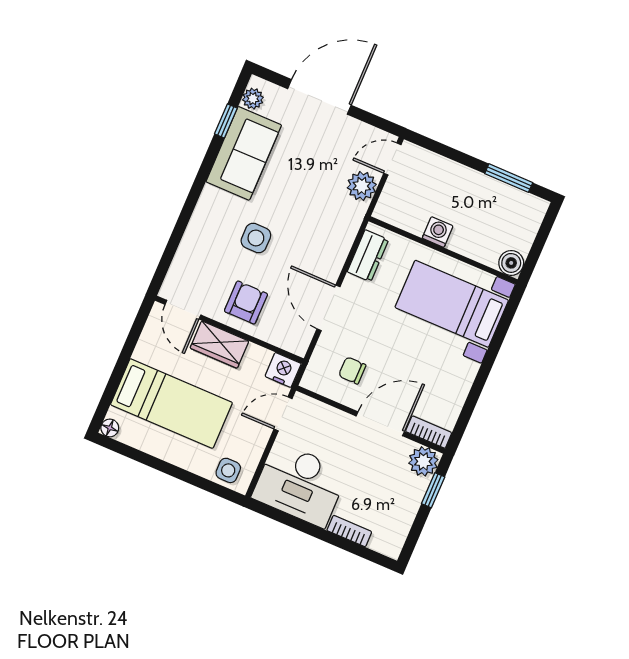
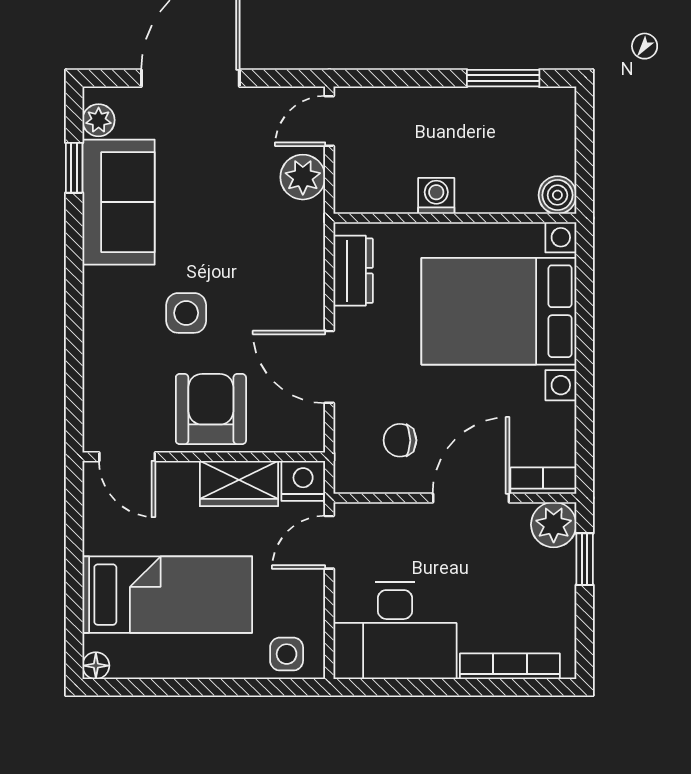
armchair: (246, 303) -> (211, 409), width x1.38, depth x1.38
bed with nightstands: (452, 304) -> (499, 311), width x1.36
wardrobe: (219, 345) -> (239, 484), moved
bookcase: (349, 531) -> (510, 666), width x1.56

